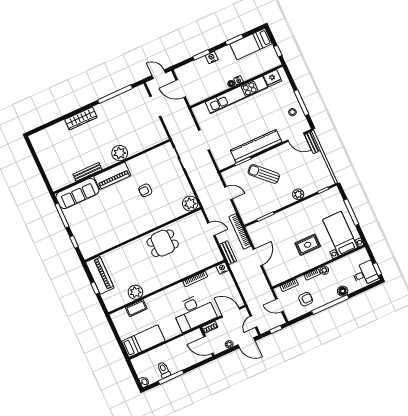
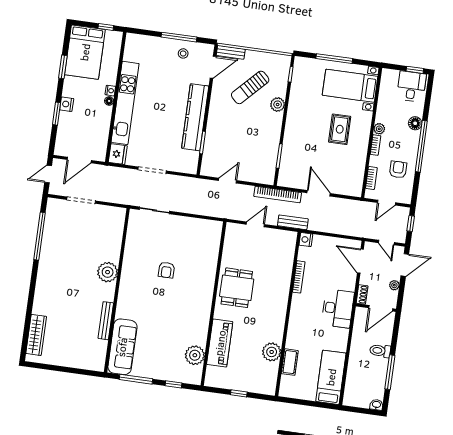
bed: (251, 44) -> (85, 52), width x1.50
fridge: (273, 78) -> (118, 154), moved
wardrobe: (81, 118) -> (36, 335), moved
sun lounger: (264, 174) -> (250, 87), moved
piano: (112, 176) -> (127, 296), removed
plant: (190, 204) -> (195, 355), moved
piano: (100, 275) -> (220, 343), moved, turned 90
desk: (194, 312) -> (338, 308), width x0.73, depth x0.77
door: (231, 312) -> (360, 261), hinge flipped
toilet: (164, 370) -> (380, 351), moved

